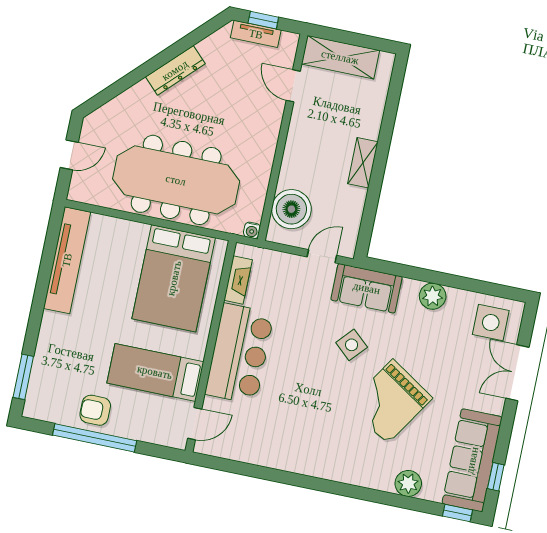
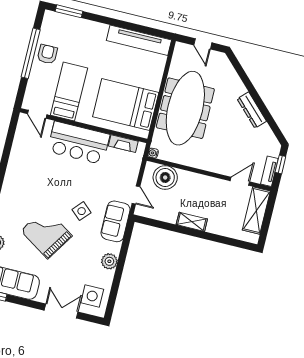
tv unit: (256, 34) -> (269, 171), moved

